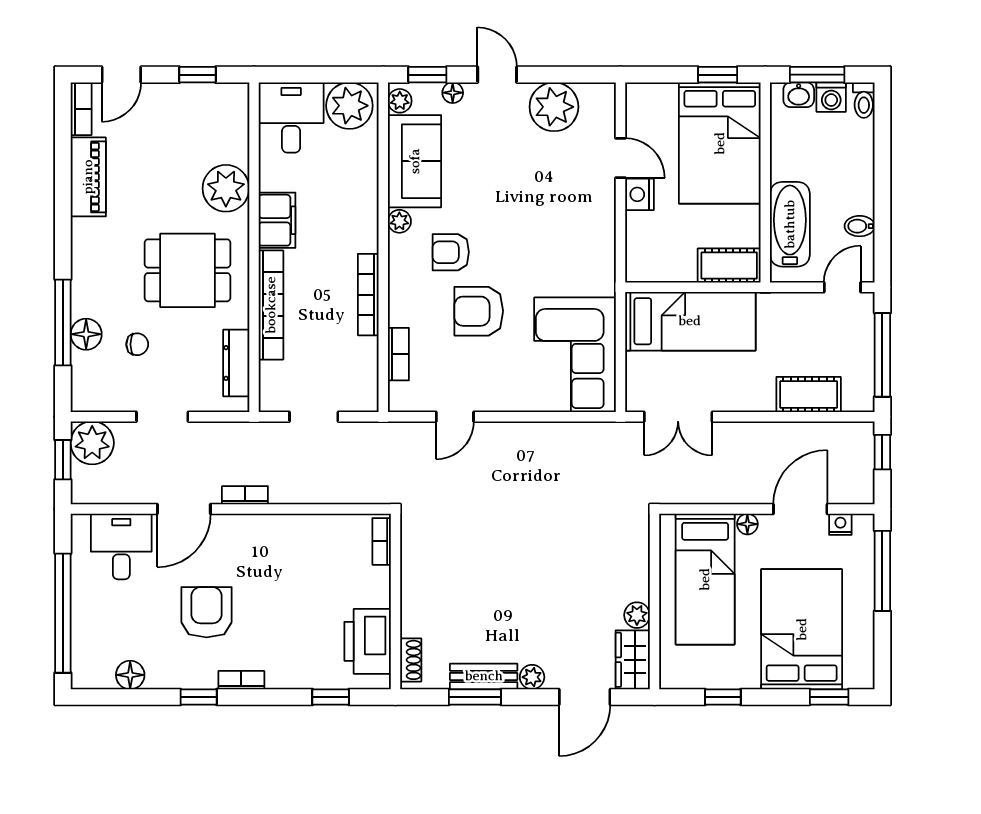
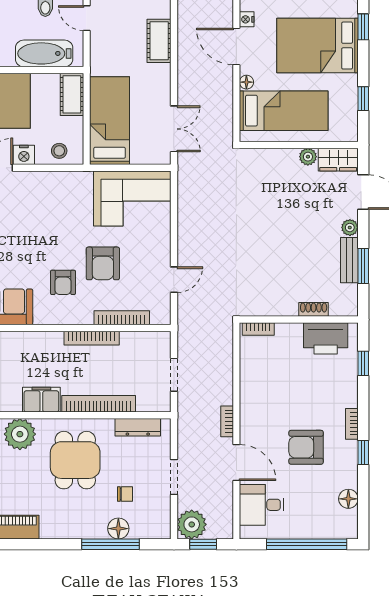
plant: (399, 221) -> (42, 317), removed
stool: (646, 247) -> (59, 151), added
chair: (137, 344) -> (125, 494), turned 90
bookcase: (398, 354) -> (122, 318), width x1.56
door: (455, 417) -> (174, 280), hinge flipped
shoe rack: (411, 660) -> (314, 309), moved

